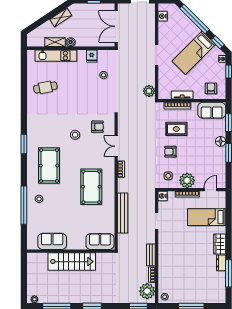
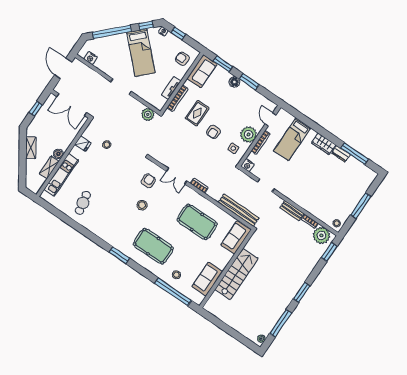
sofa: (52, 241) -> (207, 279), moved
sofa: (100, 242) -> (236, 237), moved
wall: (71, 251) -> (227, 269), moved
stairs: (72, 262) -> (237, 274), moved

